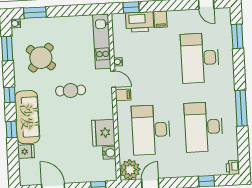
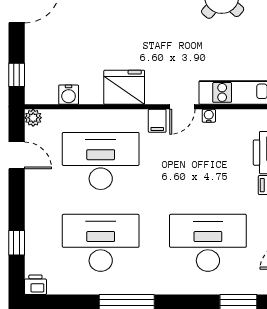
cafe table: (71, 91) -> (168, 40), removed
fridge: (103, 133) -> (124, 87), moved
plant: (130, 170) -> (33, 118), width x0.53, depth x0.53

